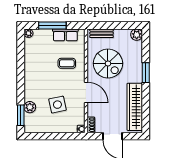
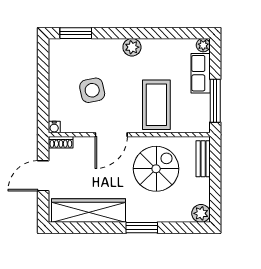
window: (52, 25) -> (215, 101), moved
row of seats: (65, 35) -> (201, 73), moved
coffee table: (67, 63) -> (156, 105), width x1.86, depth x1.72
spiral stairs: (108, 63) -> (156, 169), turned 180
plant: (30, 107) -> (132, 47), moved

